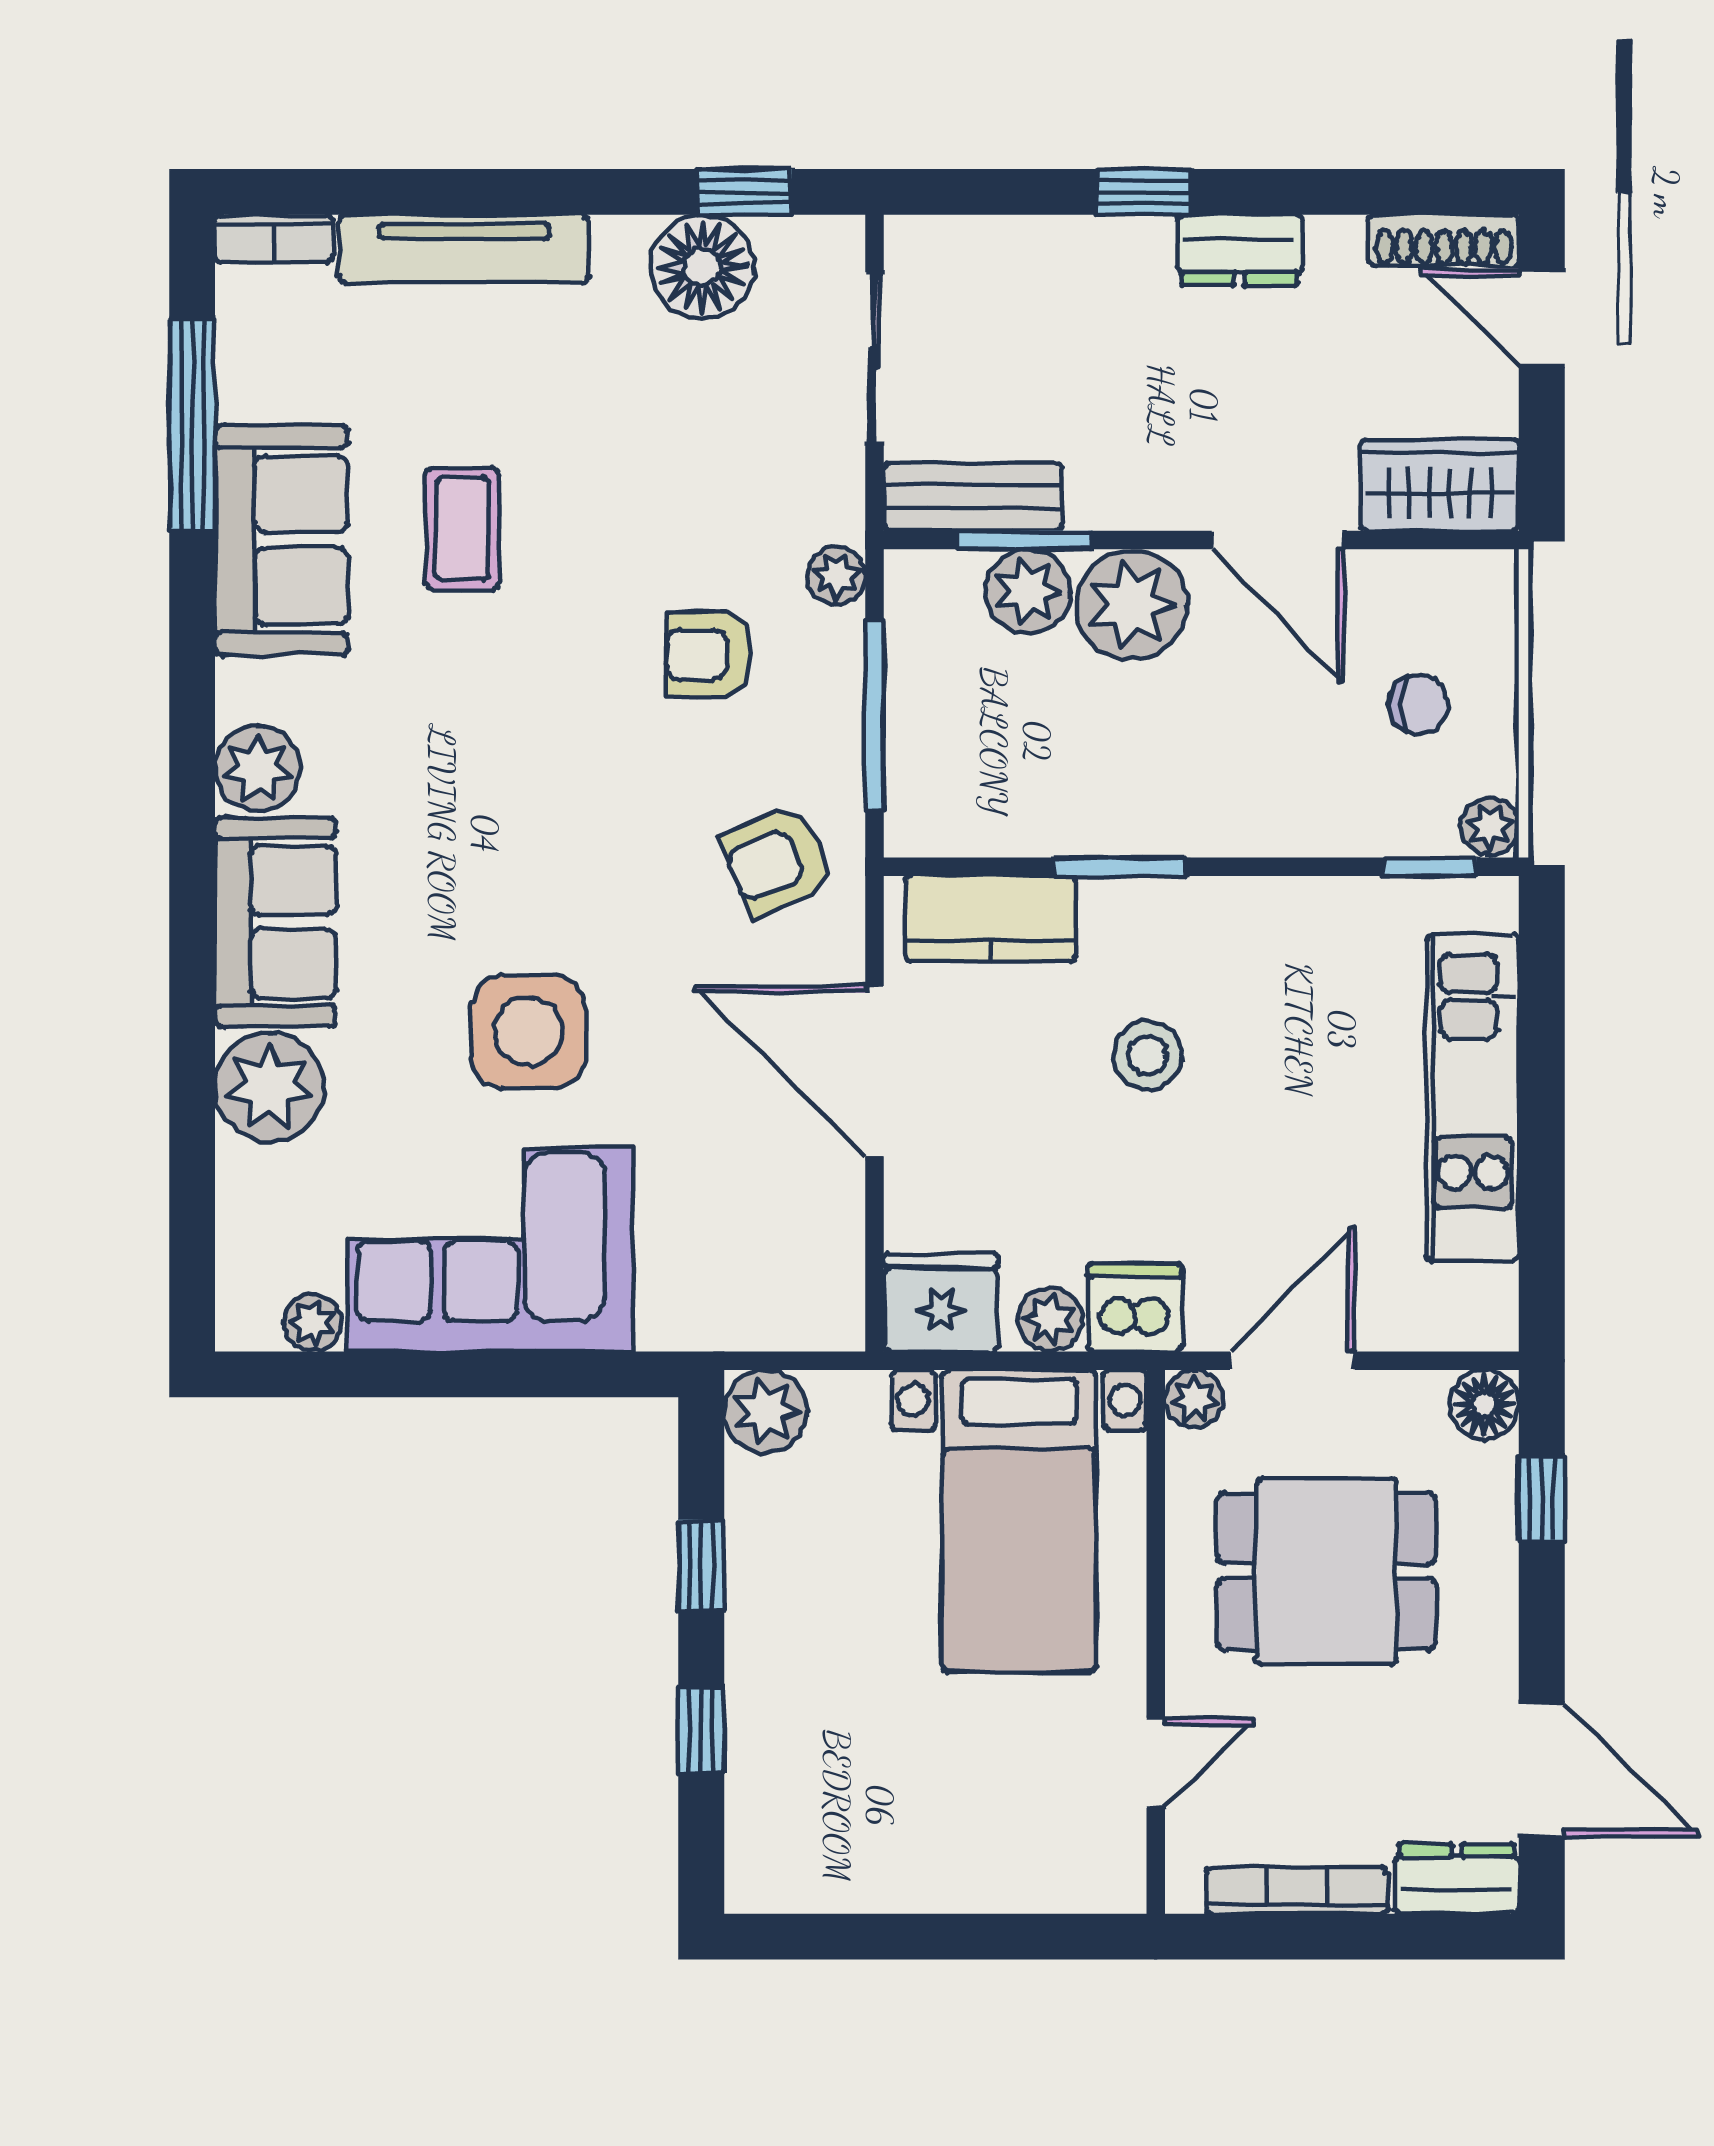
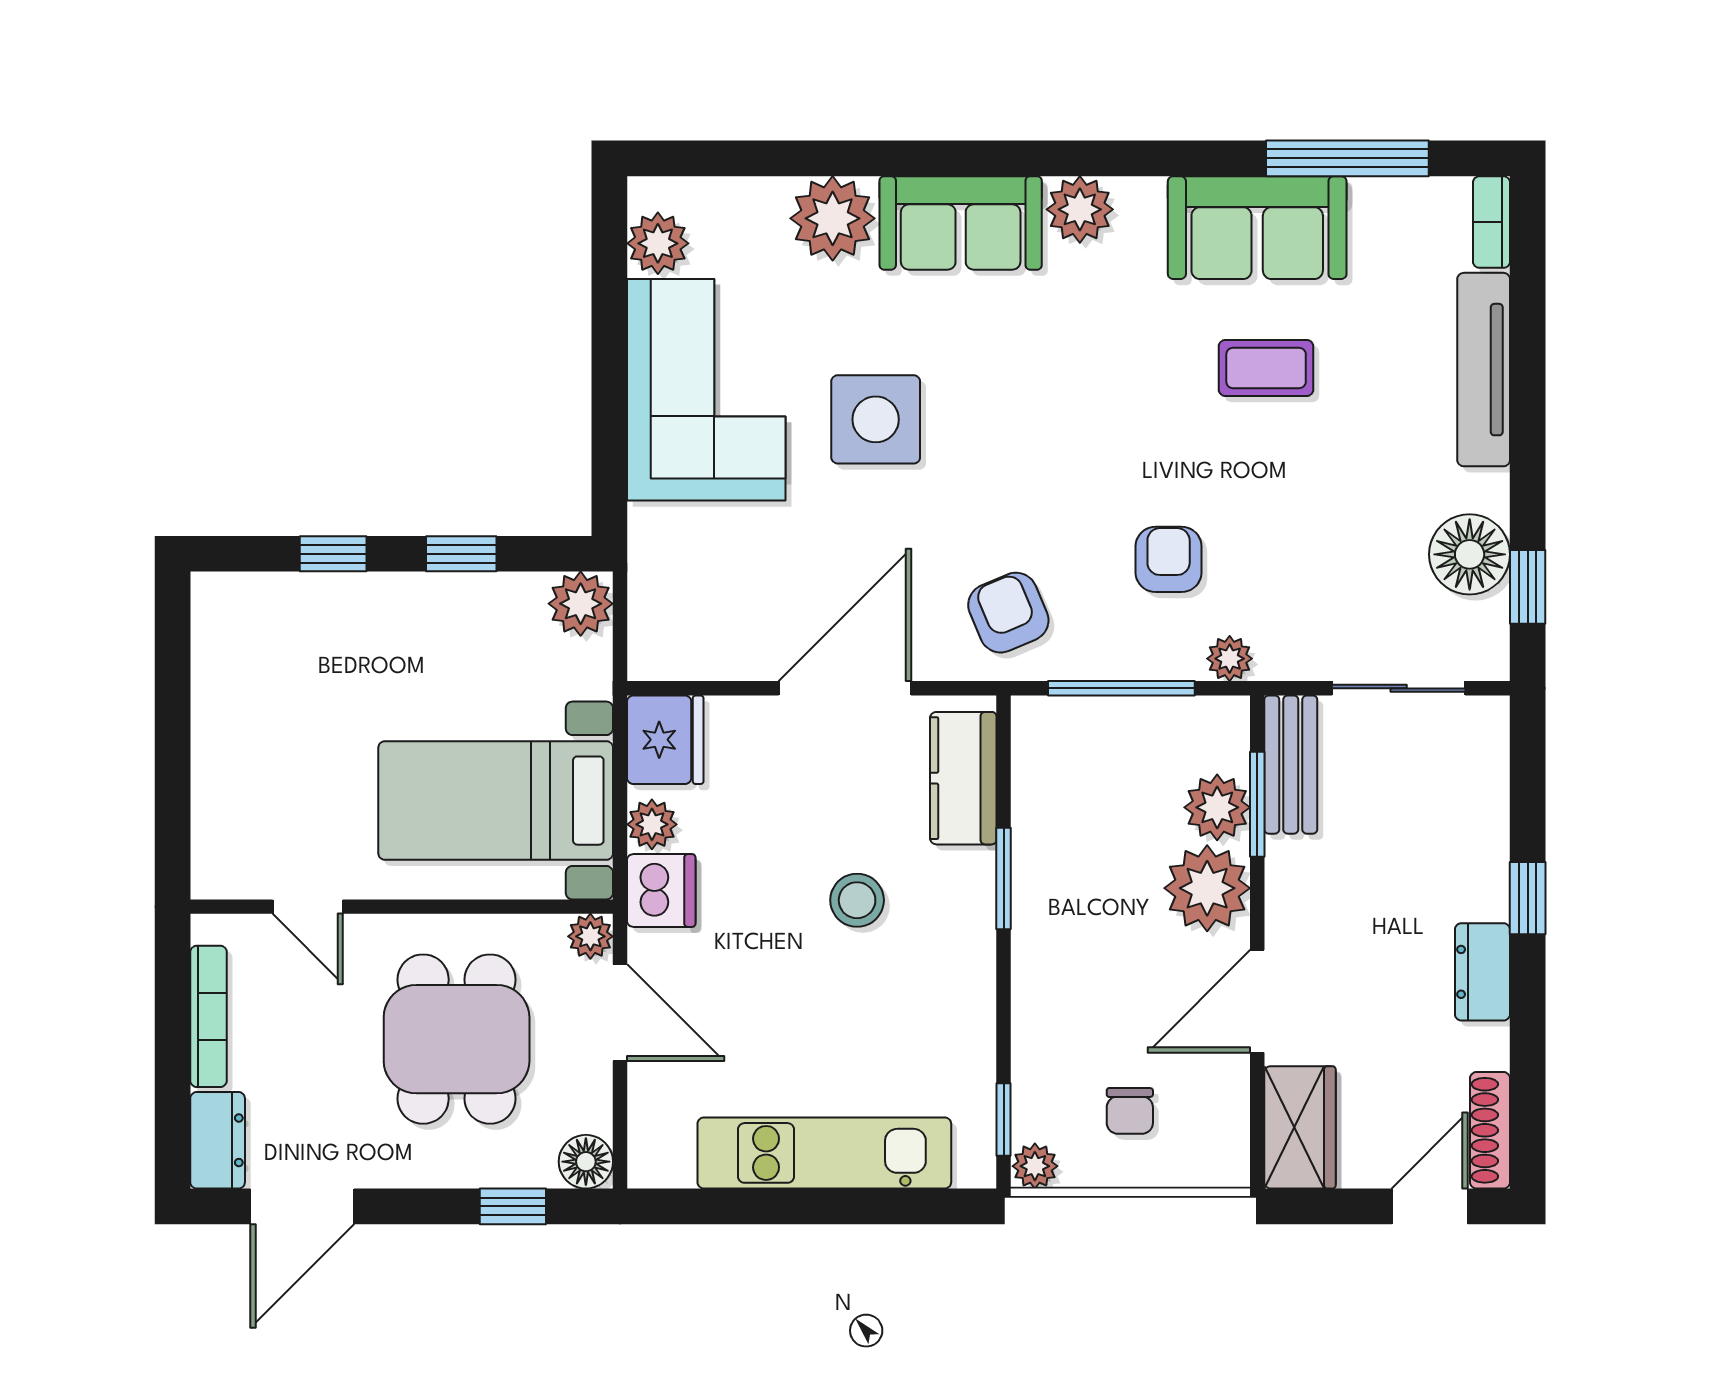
plant: (312, 1323) -> (658, 243), width x1.38, depth x1.38

